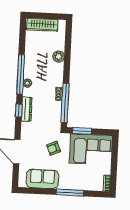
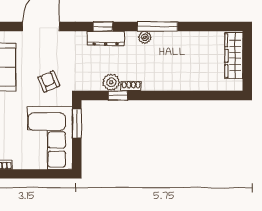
plant: (59, 57) -> (111, 82), moved
window: (21, 74) -> (157, 26), width x0.68
window: (65, 103) -> (118, 96), width x0.32

